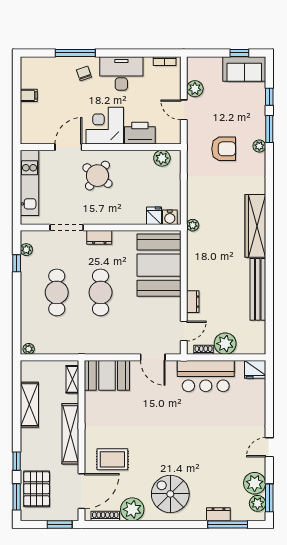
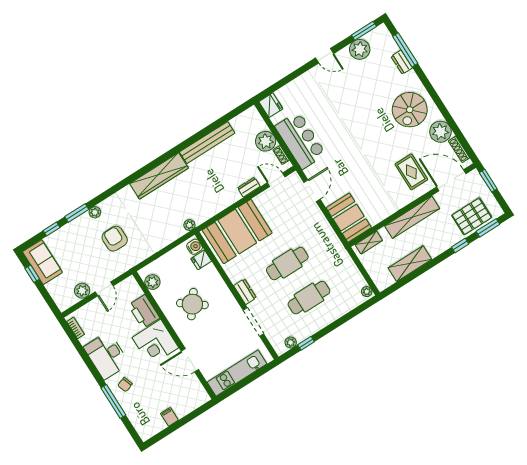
round table: (97, 176) -> (192, 304), moved
plant: (257, 503) -> (374, 37), removed

